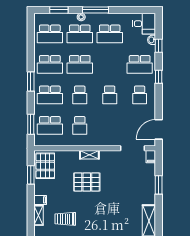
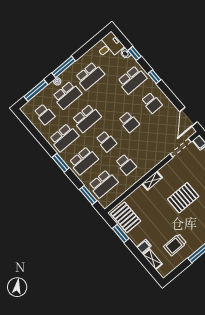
window: (59, 10) -> (36, 90), width x1.44
school desk: (50, 34) -> (44, 114), width x0.54
pallet: (87, 182) -> (183, 198), moved

